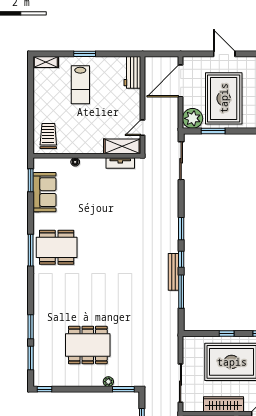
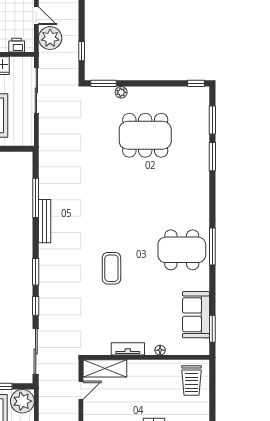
tv unit: (120, 163) -> (128, 349), moved
coffee table: (117, 232) -> (111, 268), added
window: (181, 259) -> (36, 306), moved

